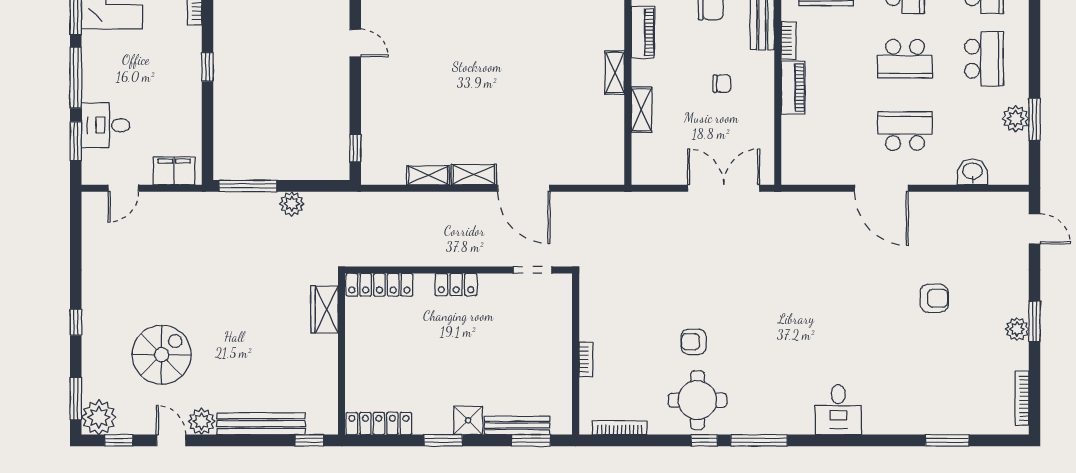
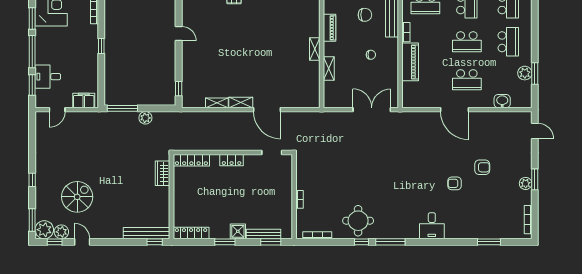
piano: (793, 88) -> (410, 62), width x1.37, depth x1.33
school desk: (905, 131) -> (467, 80), turned 180
armchair: (694, 342) -> (455, 183), moved
plant: (202, 421) -> (61, 232), moved
bench: (261, 424) -> (147, 233), moved

